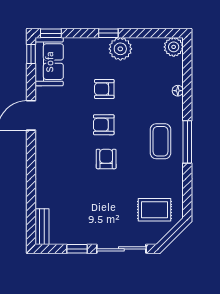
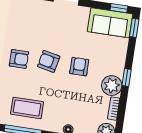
bookcase: (146, 43) -> (114, 109), added
armchair: (104, 125) -> (49, 61), turned -78

